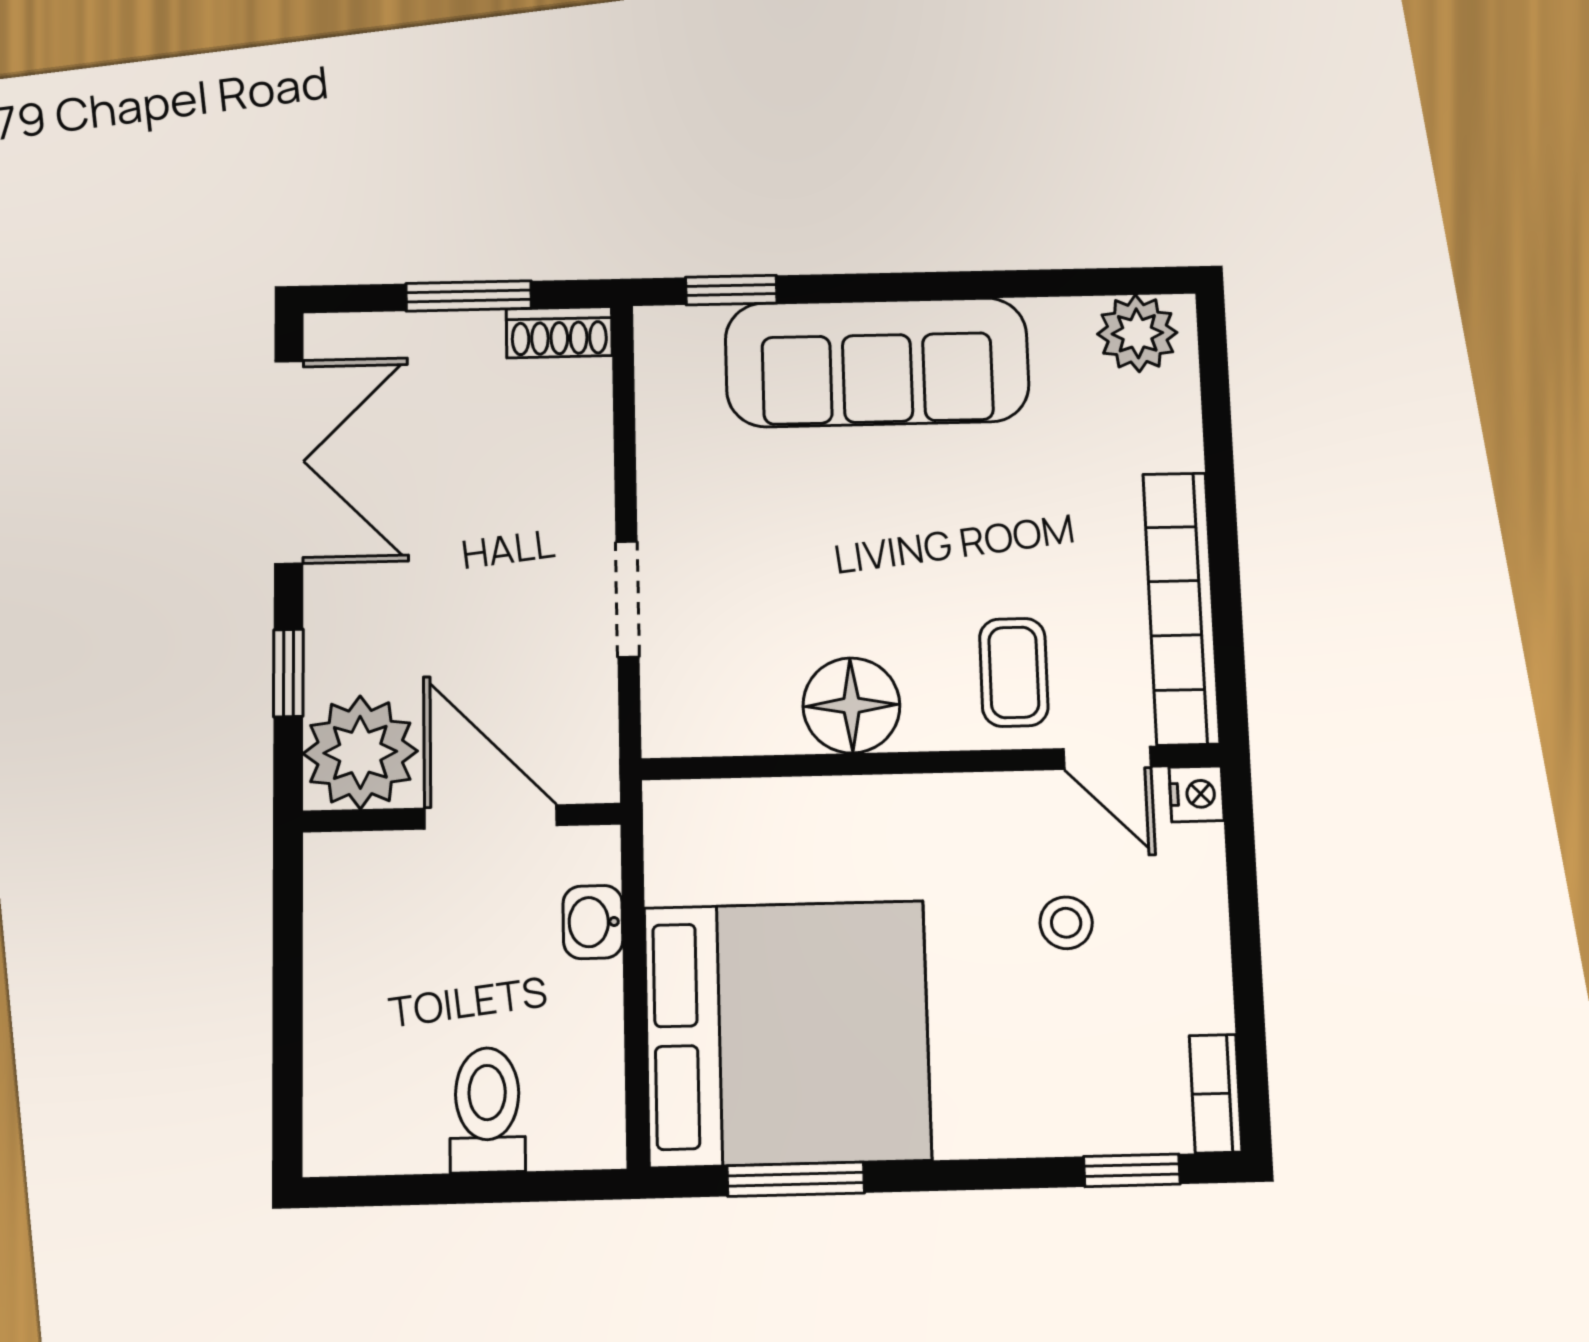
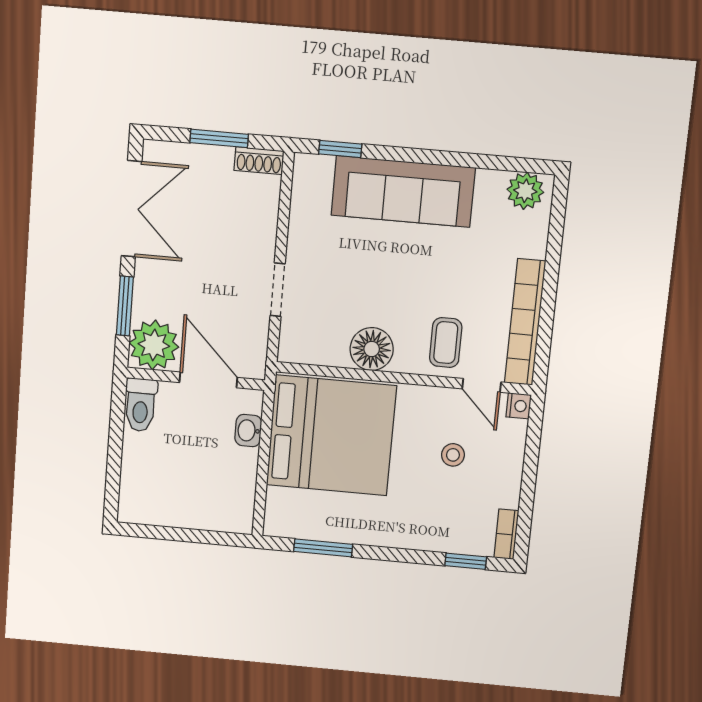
window: (288, 673) -> (125, 306), width x1.50
bed: (787, 1033) -> (331, 435), moved
toilet: (487, 1110) -> (141, 405), moved, turned 180

